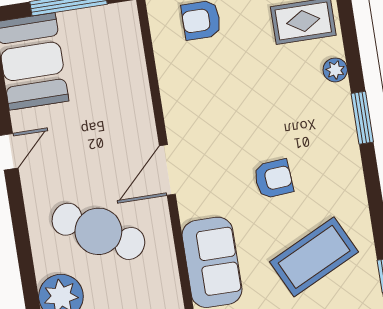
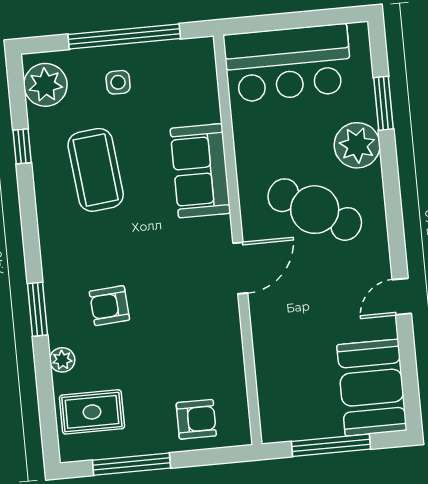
armchair: (273, 179) -> (109, 306), moved
coffee table: (314, 257) -> (96, 170), turned -70

